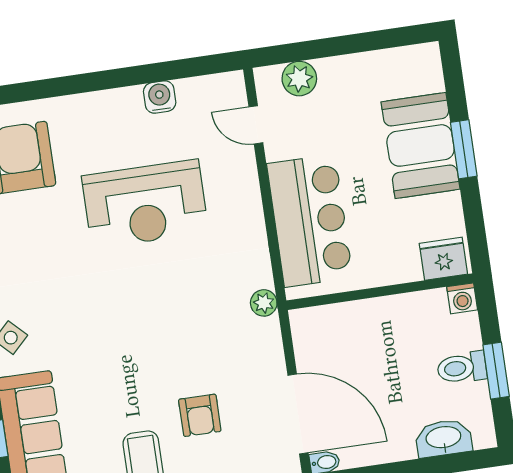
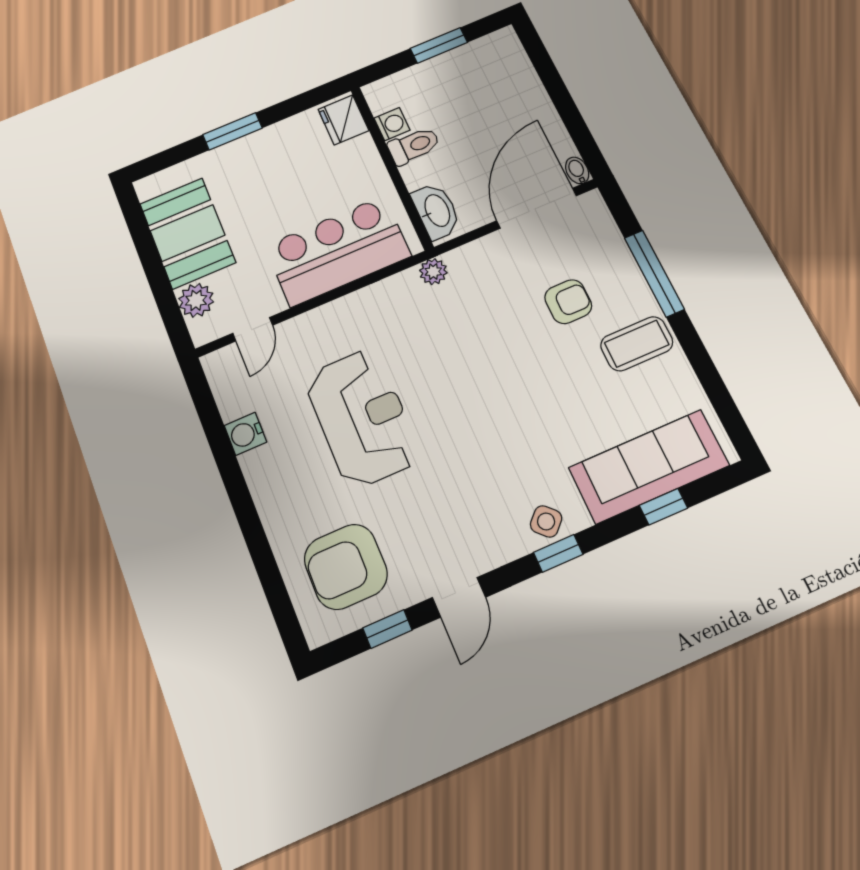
booth: (421, 145) -> (187, 233), moved, turned 90
washing machine: (462, 298) -> (392, 124), moved
toilet: (462, 368) -> (414, 146), moved, turned -90
washbasin: (444, 438) -> (436, 211), moved, turned 180

